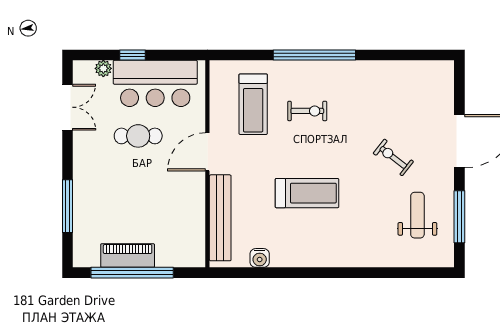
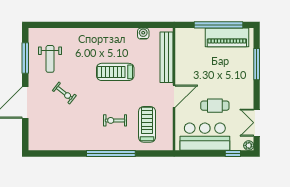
window: (133, 55) -> (233, 153), moved
plant: (103, 68) -> (249, 145), moved
piano: (128, 256) -> (227, 37), width x1.37, depth x1.33

